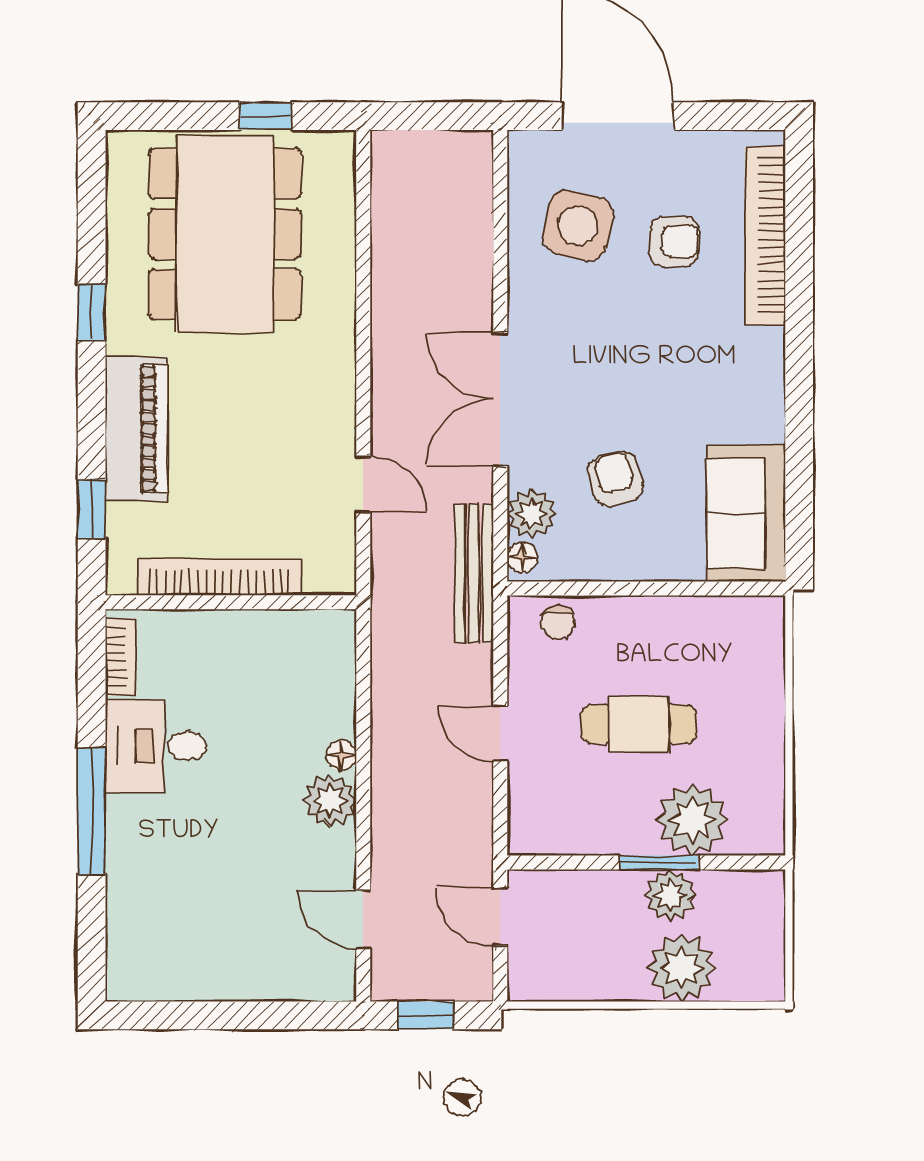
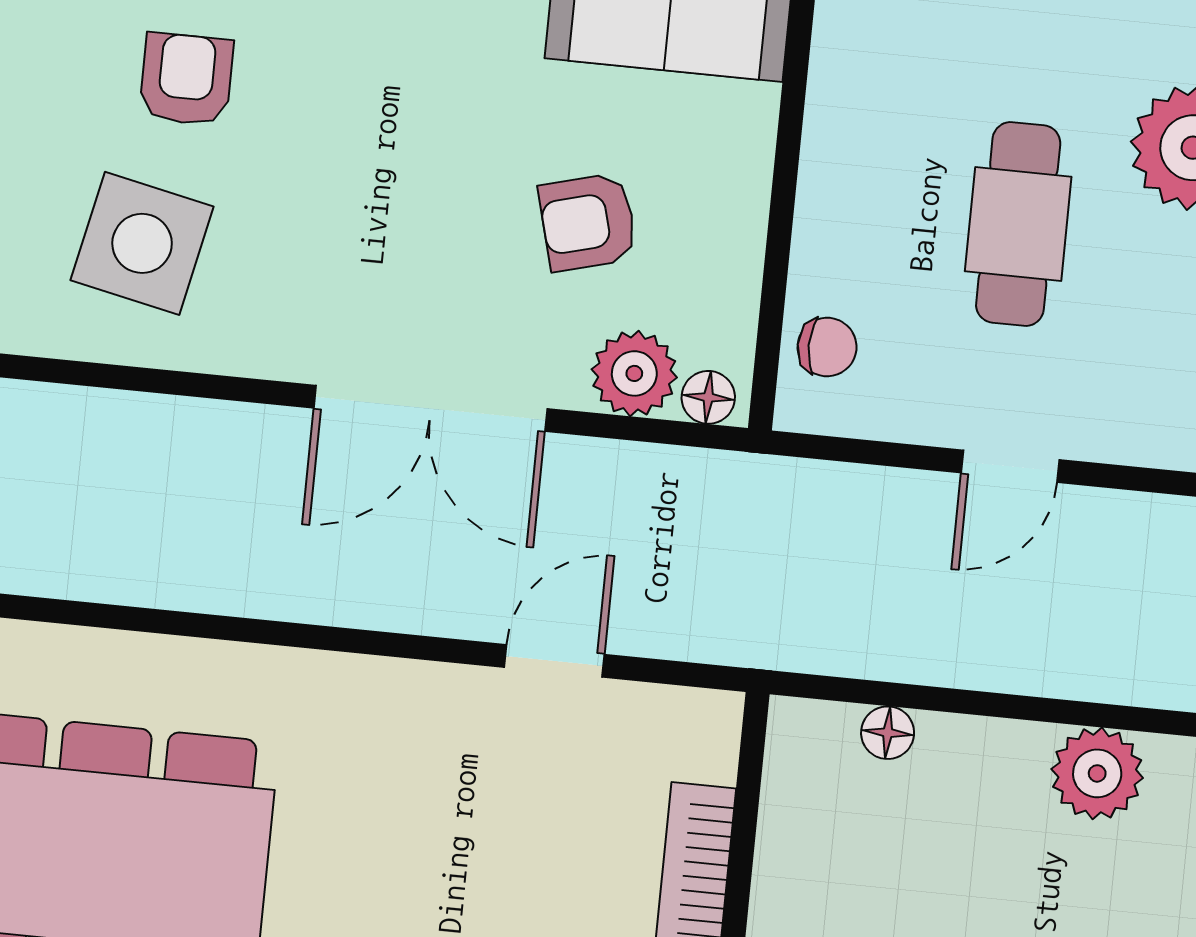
bench: (474, 574) -> (728, 484), removed
floor lamp: (341, 755) -> (888, 733), moved

